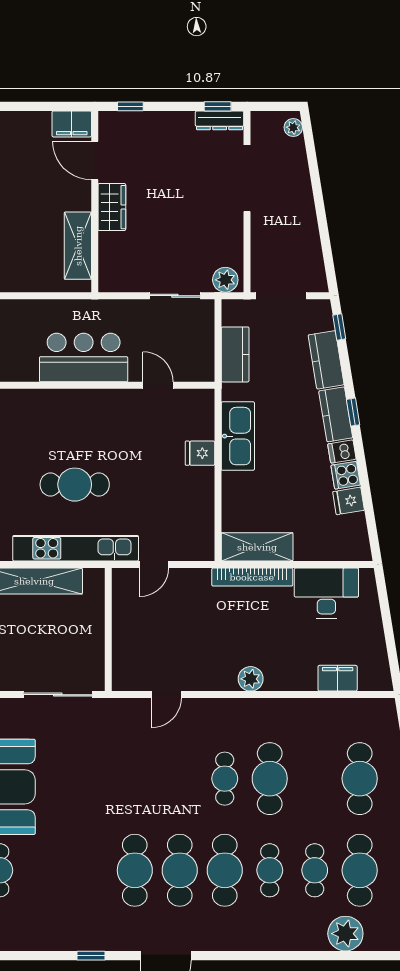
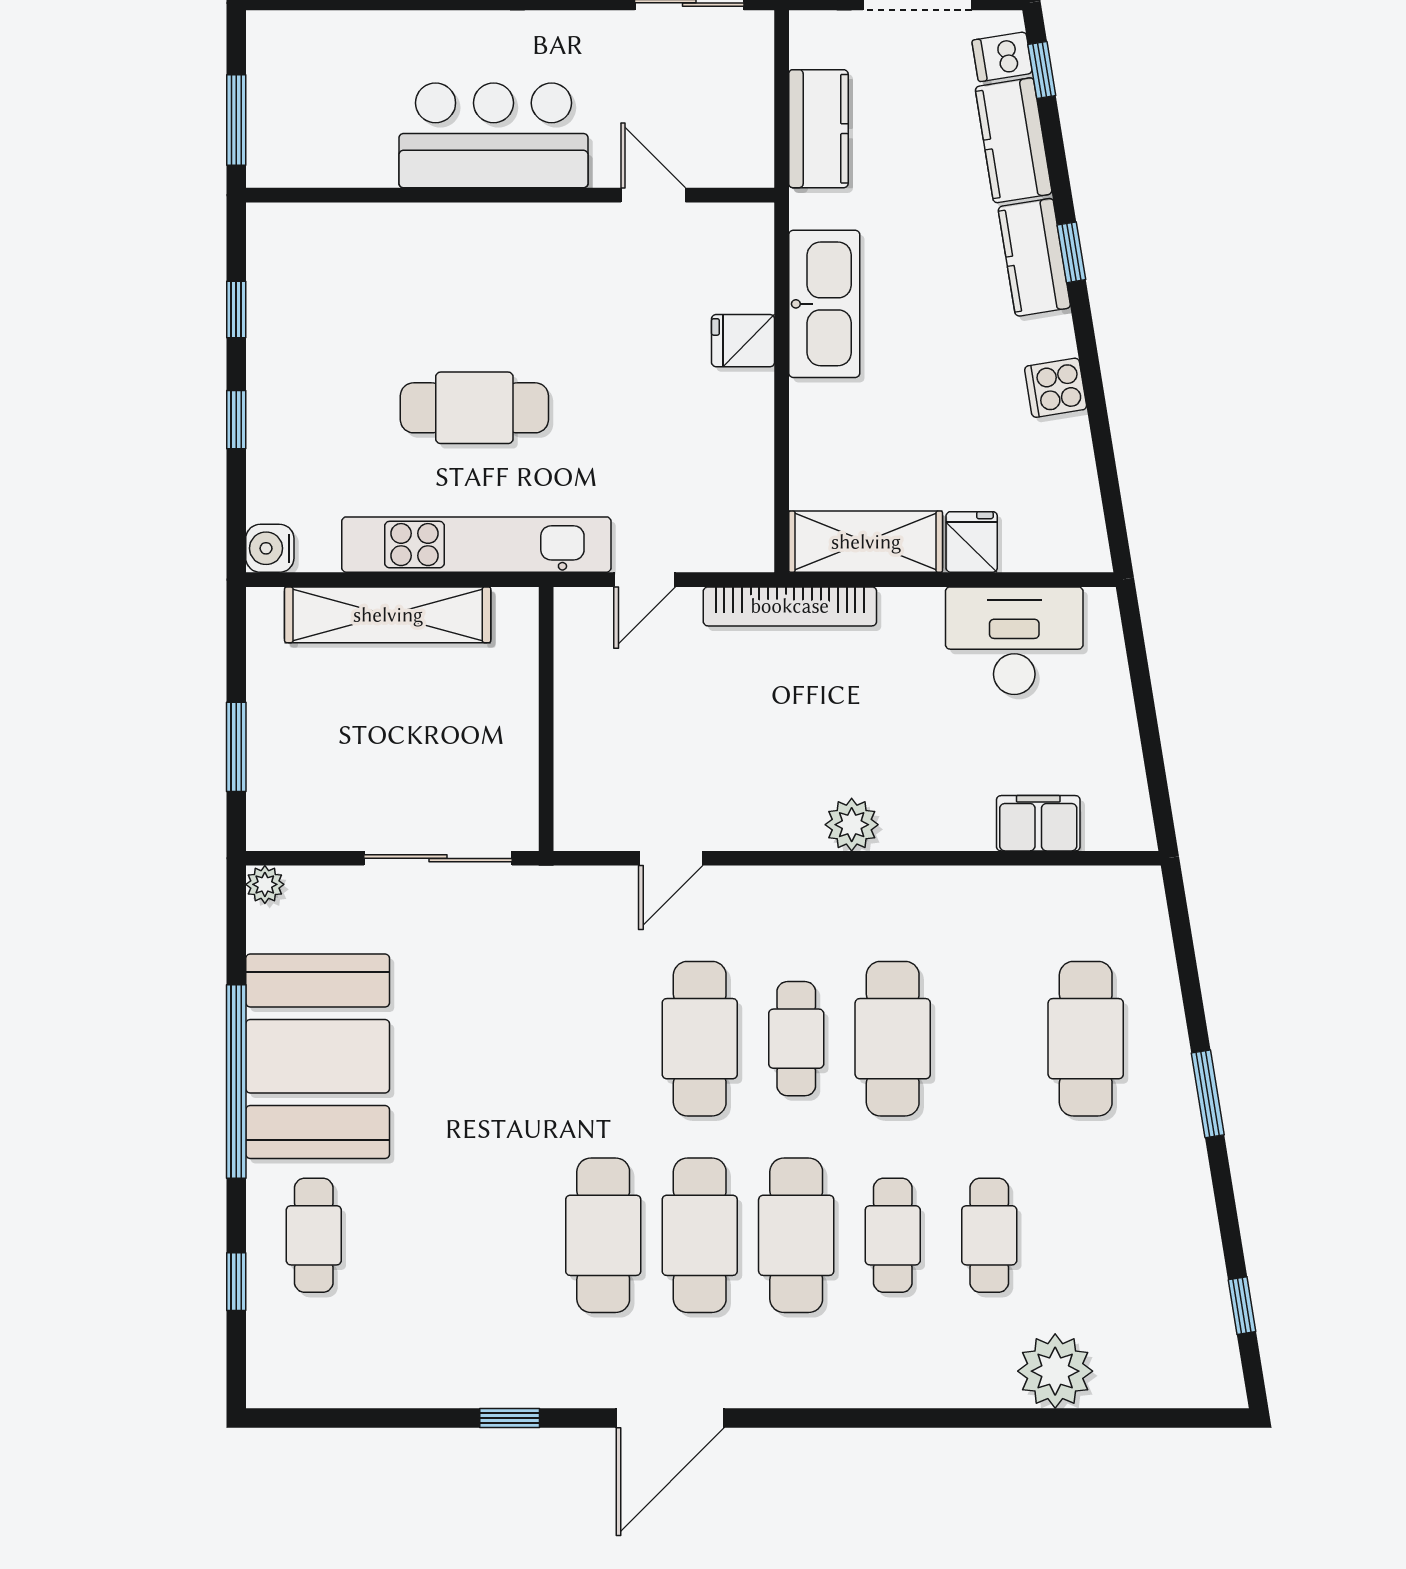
dishwasher: (342, 452) -> (1002, 57), moved
fridge: (349, 501) -> (972, 542), moved, turned 99
bookcase: (252, 577) -> (790, 606), moved
cafe table: (360, 870) -> (700, 1039), moved

